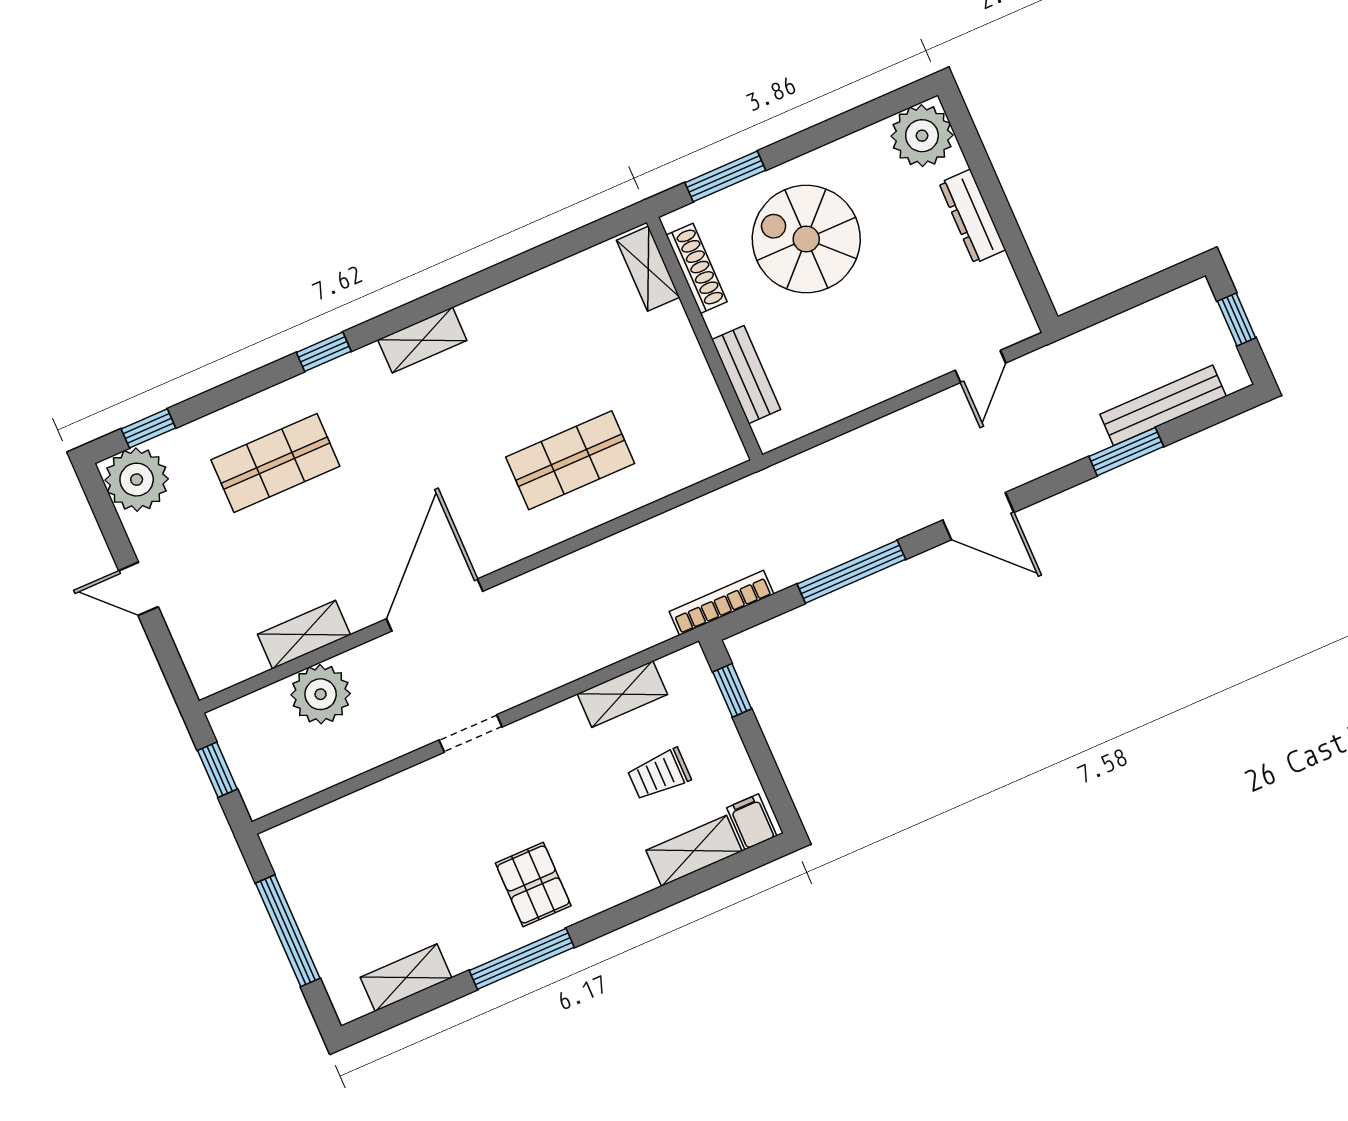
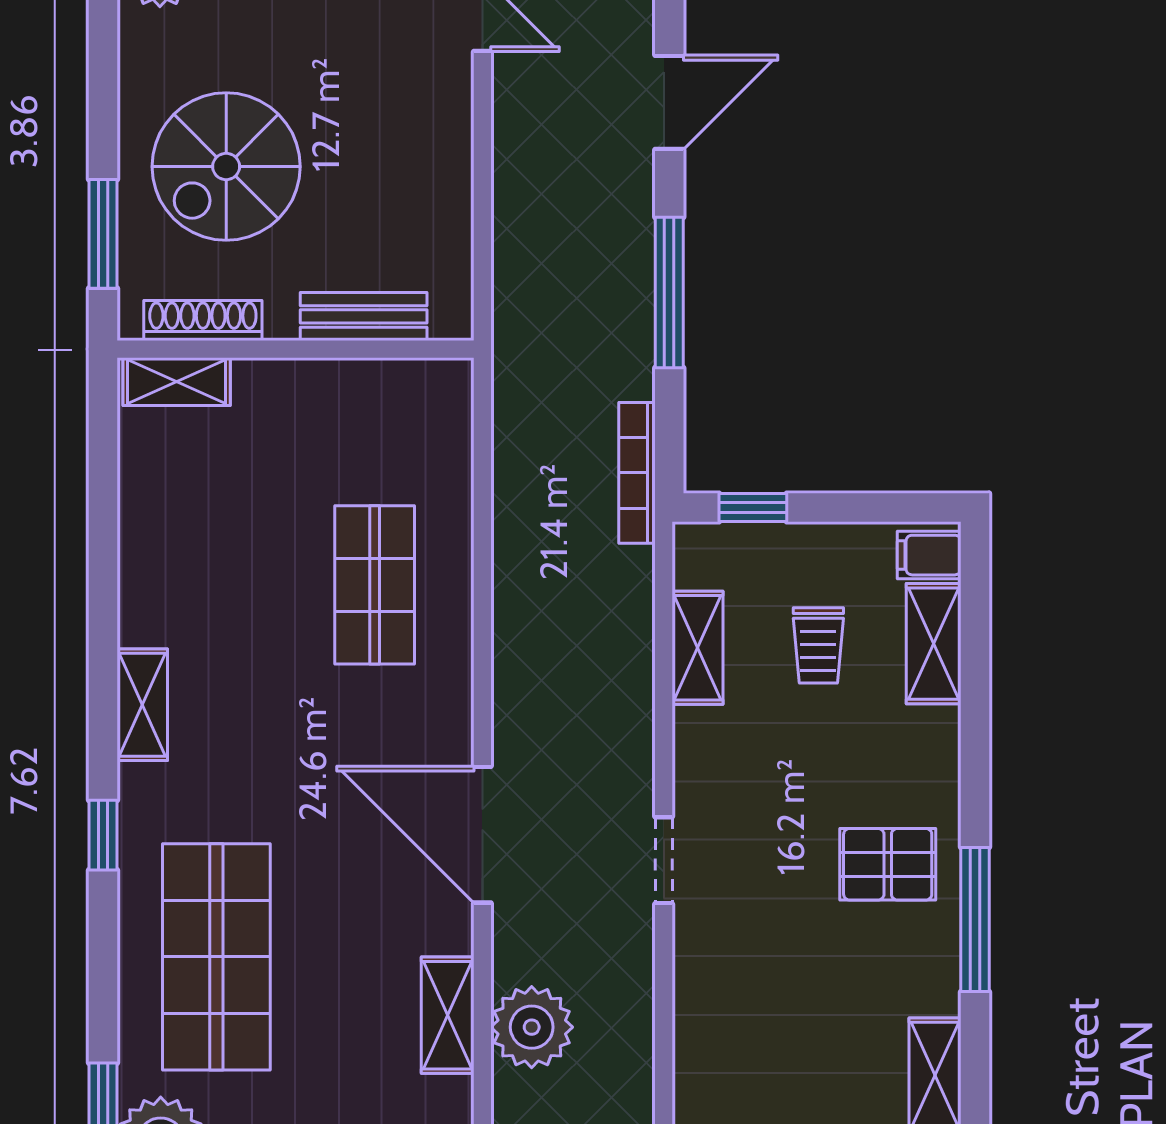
shop shelf: (275, 463) -> (216, 957), width x1.43, depth x1.36

